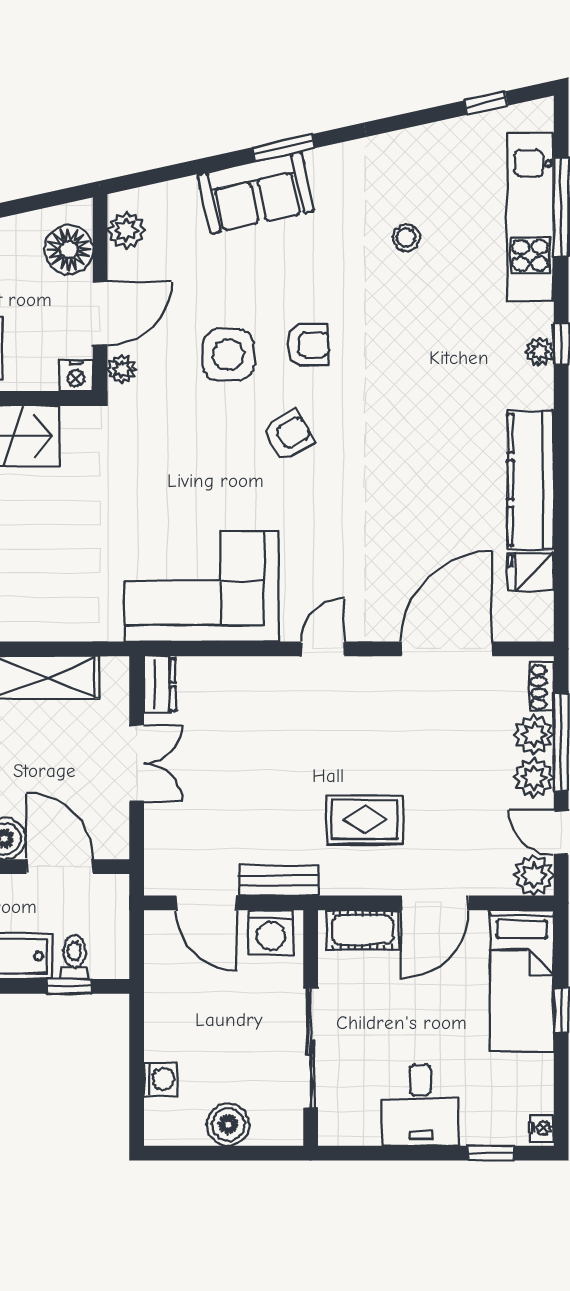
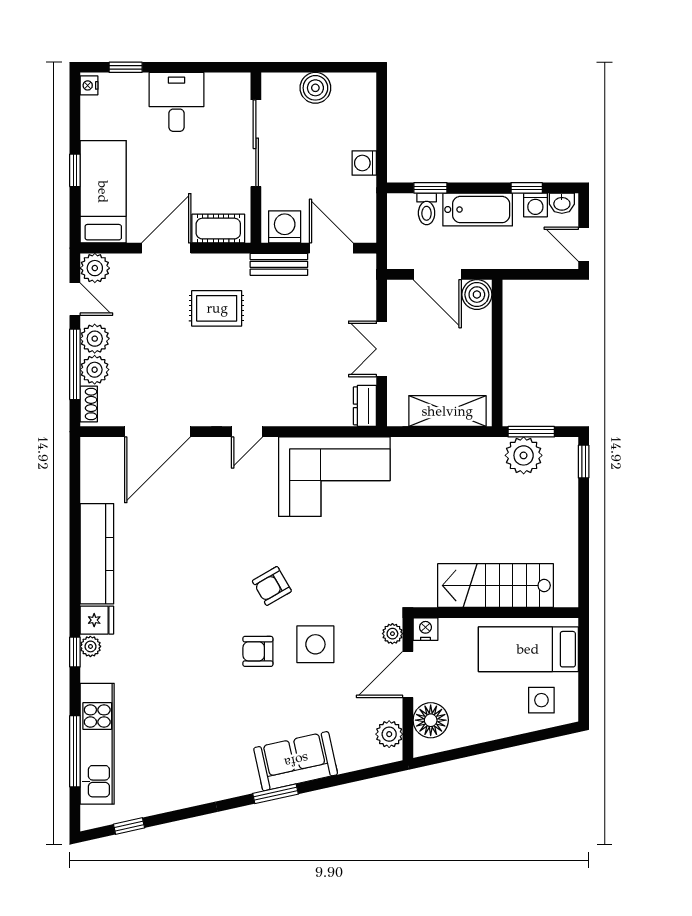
stool: (406, 238) -> (187, 729), removed
fridge: (531, 572) -> (97, 620), moved
washing machine: (161, 1079) -> (364, 163), moved

